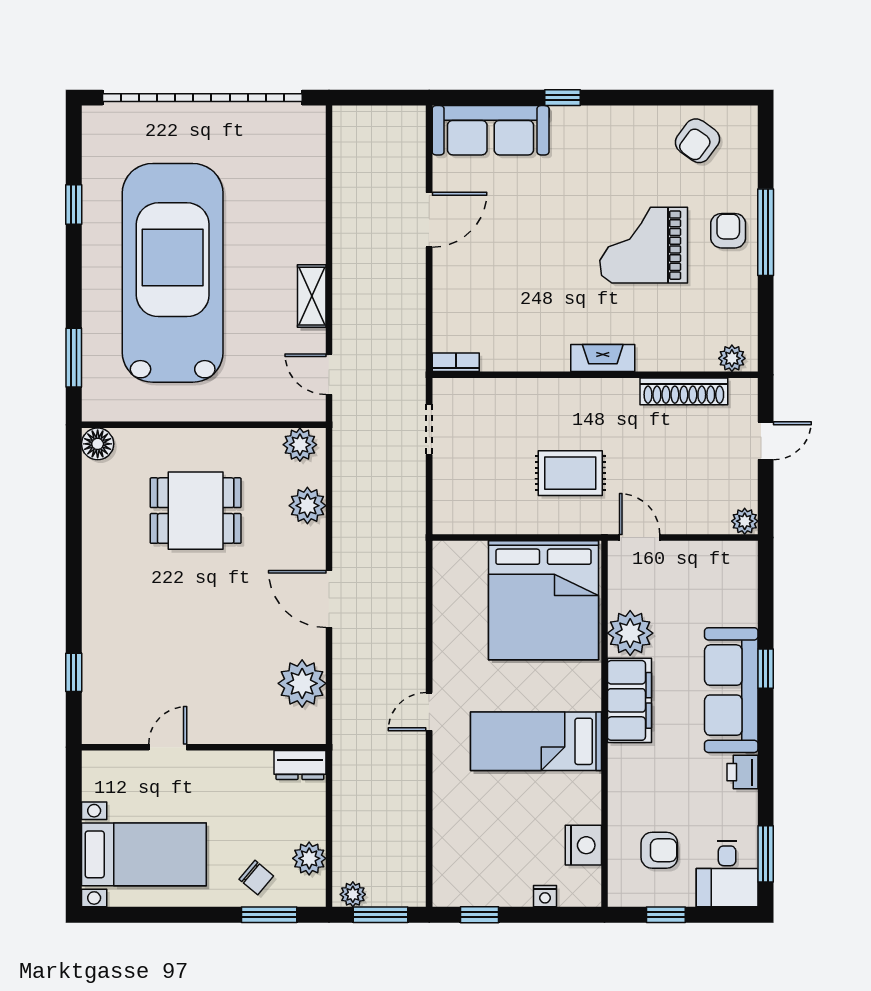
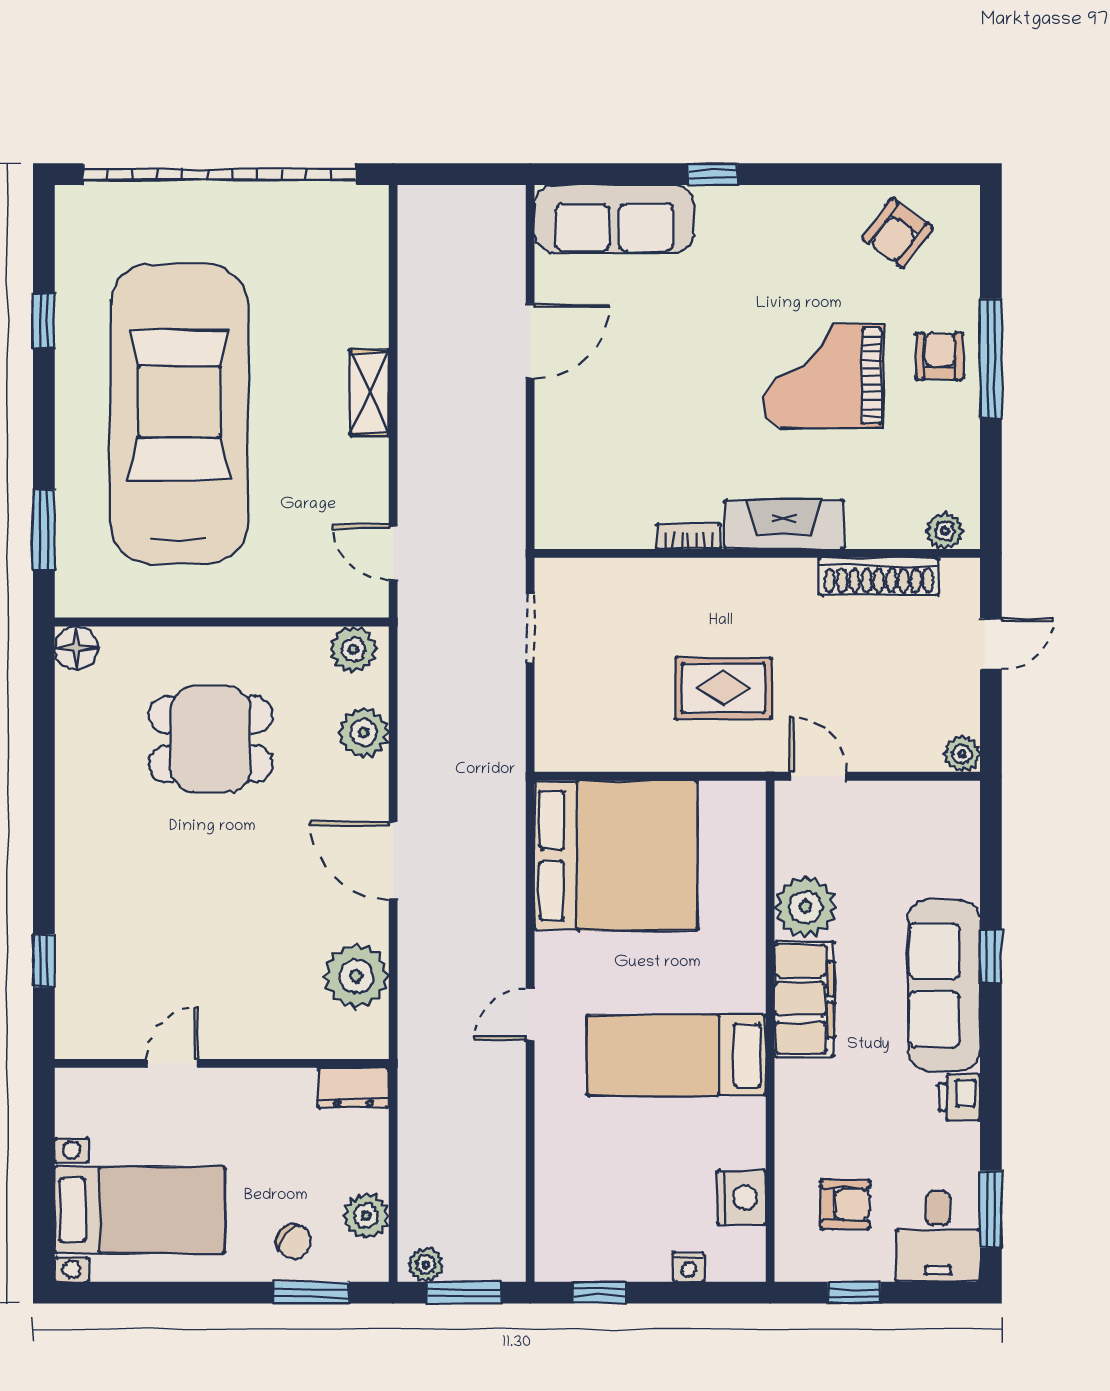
shelving: (312, 296) -> (369, 393), moved
fireplace: (603, 358) -> (784, 525), width x1.37, depth x1.32
bookcase: (456, 362) -> (689, 536), moved
bed: (543, 600) -> (616, 856), moved, turned -90

